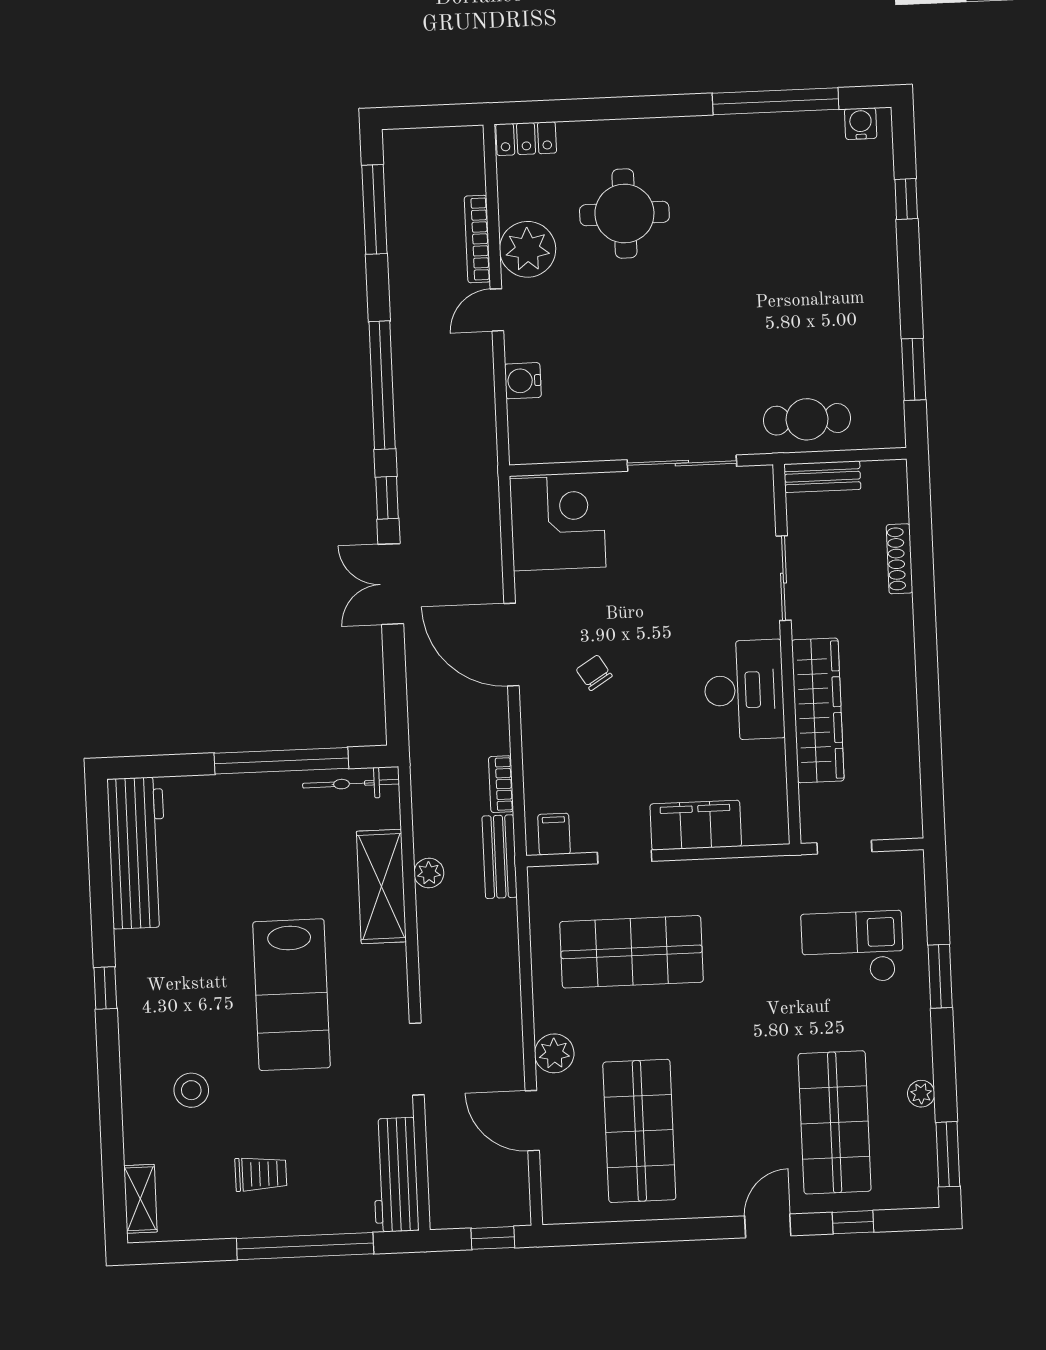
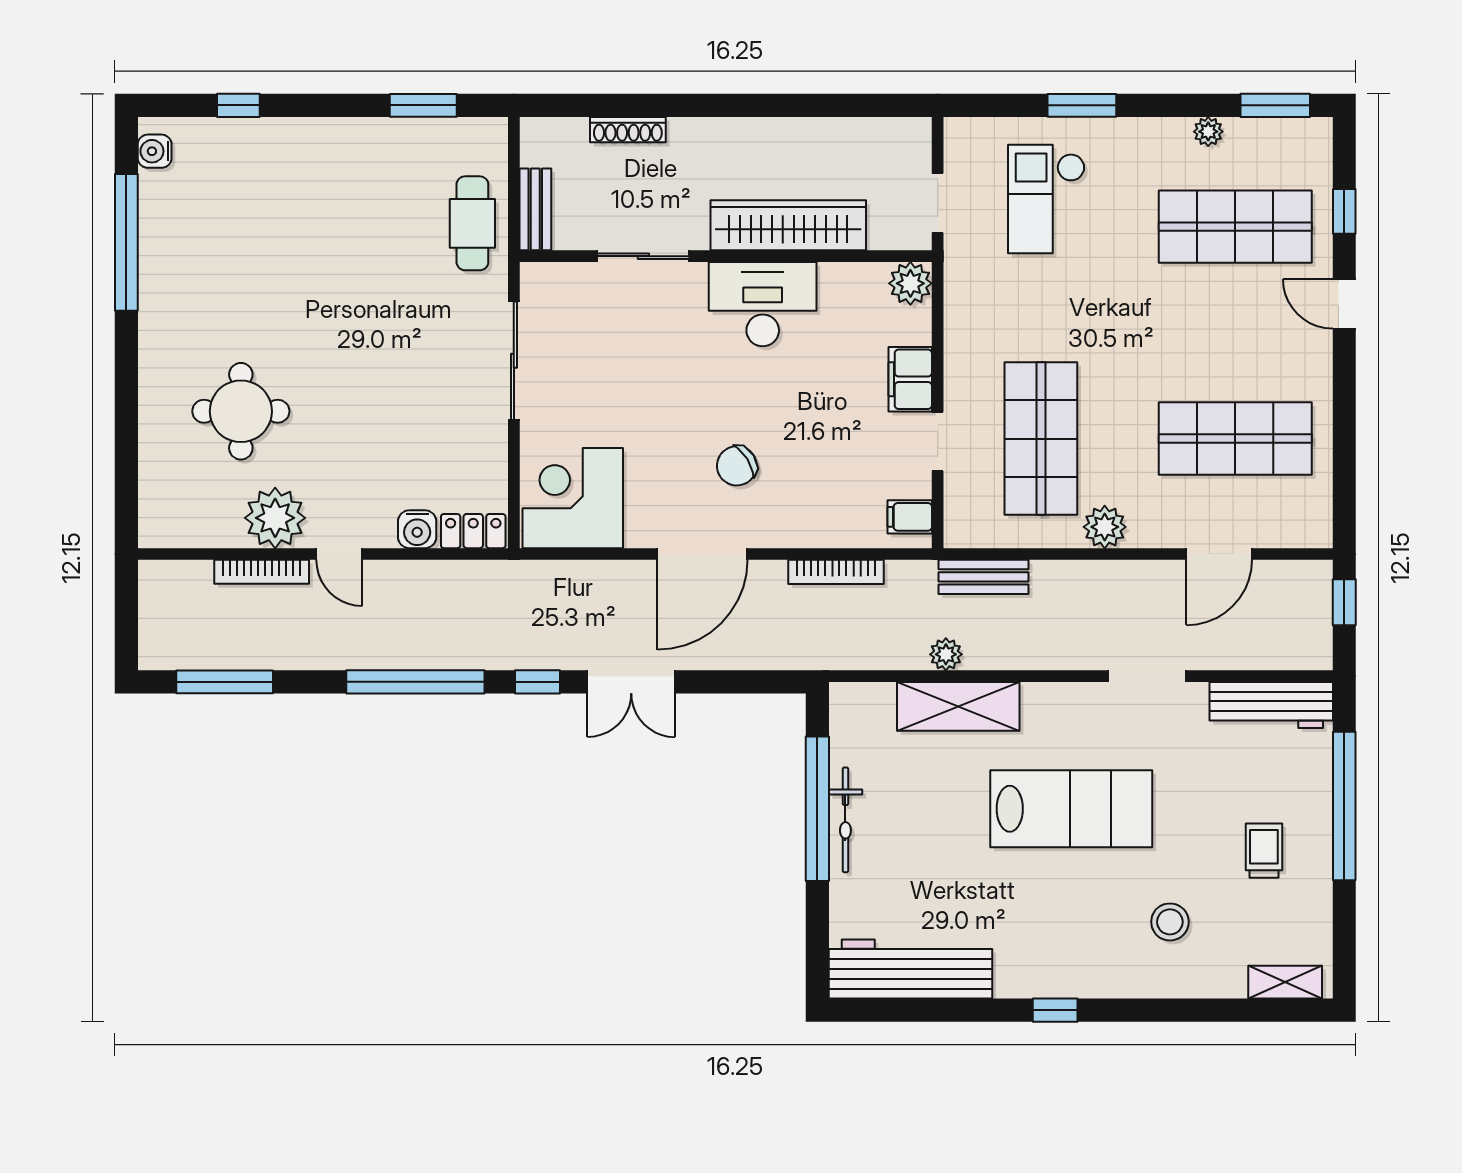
locker: (526, 139) -> (473, 531), moved, turned -90
chair: (594, 673) -> (737, 466), width x1.37, depth x1.37
bicycle: (351, 784) -> (845, 820), moved
bookcase: (501, 784) -> (836, 572), width x1.56
filing cabinet: (696, 825) -> (910, 379), width x0.67, depth x0.86
plant: (769, 825) -> (910, 283), added
bench: (500, 857) -> (984, 577), moved
plant: (554, 1053) -> (1105, 527), moved

